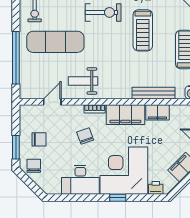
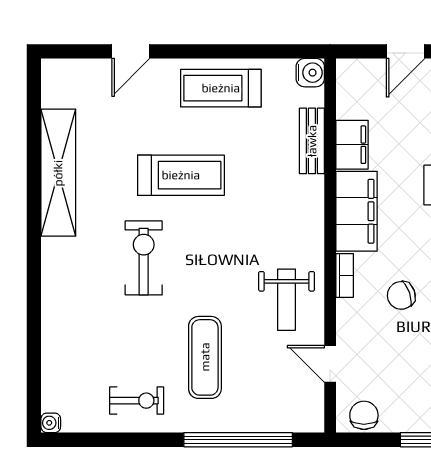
exercise mat: (55, 42) -> (205, 357), width x0.73, depth x0.69
bench: (154, 93) -> (312, 141), width x0.73
chair: (39, 139) -> (364, 415), moved

